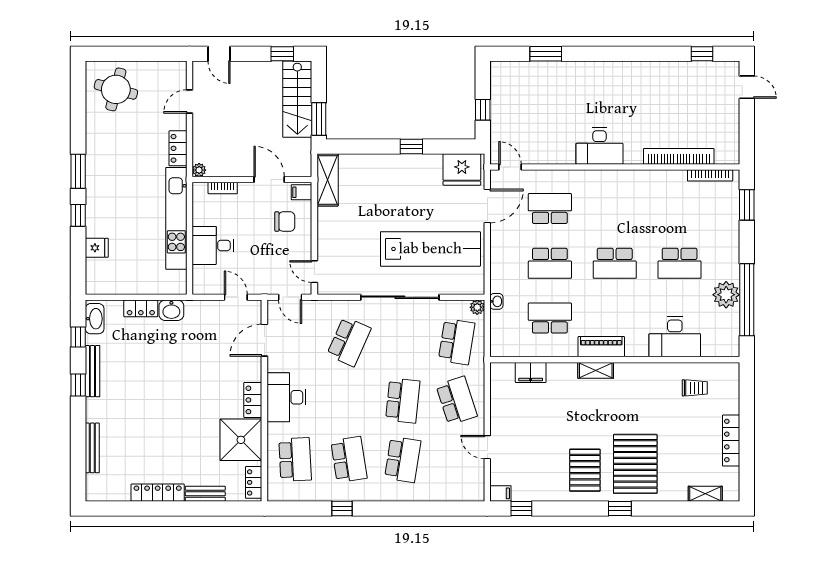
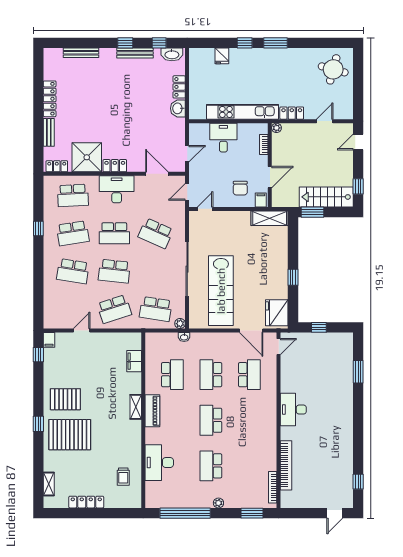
door: (190, 101) -> (325, 121), hinge flipped
plant: (726, 295) -> (218, 503), moved, width x0.53, depth x0.53
school desk: (349, 401) -> (114, 233), added

